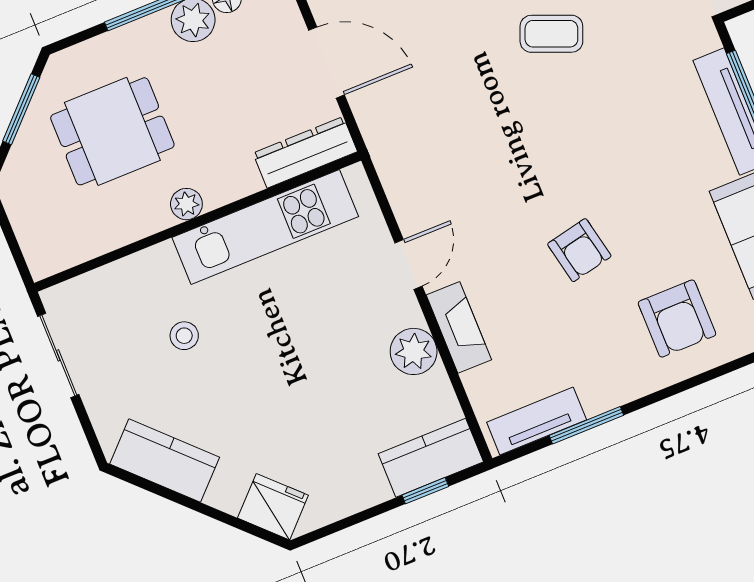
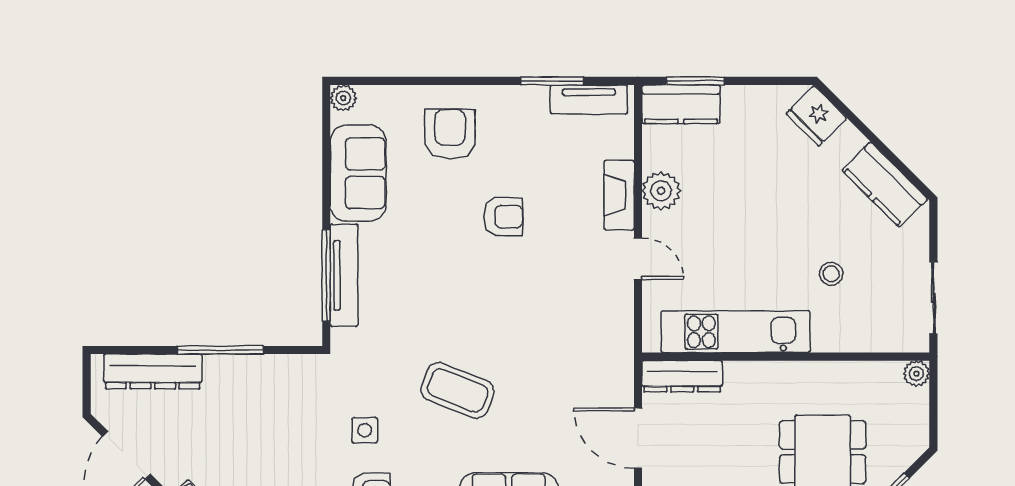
coffee table: (551, 34) -> (458, 390), width x1.36, depth x1.30
plant: (186, 204) -> (916, 374), moved
armchair: (579, 250) -> (503, 217), turned 102
door: (409, 264) -> (638, 259), swing flipped
window: (425, 491) -> (695, 81), width x1.50

